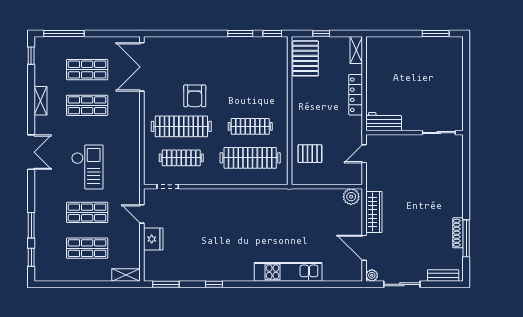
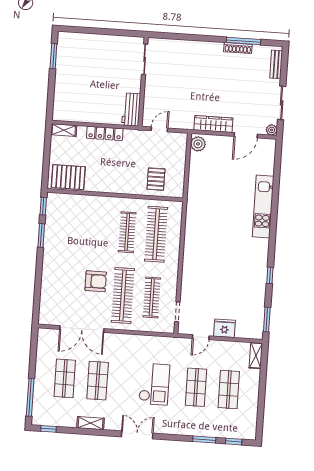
window: (321, 33) -> (46, 161), removed
double door: (142, 67) -> (82, 329), moved
door: (364, 154) -> (159, 129), swing flipped
checkout: (87, 167) -> (154, 384), turned 90

